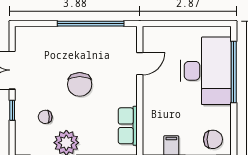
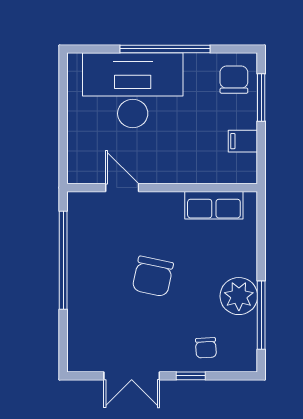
window: (234, 72) -> (165, 49), moved
chair: (80, 84) -> (153, 276), turned 102
chair: (45, 117) -> (206, 348), moved

